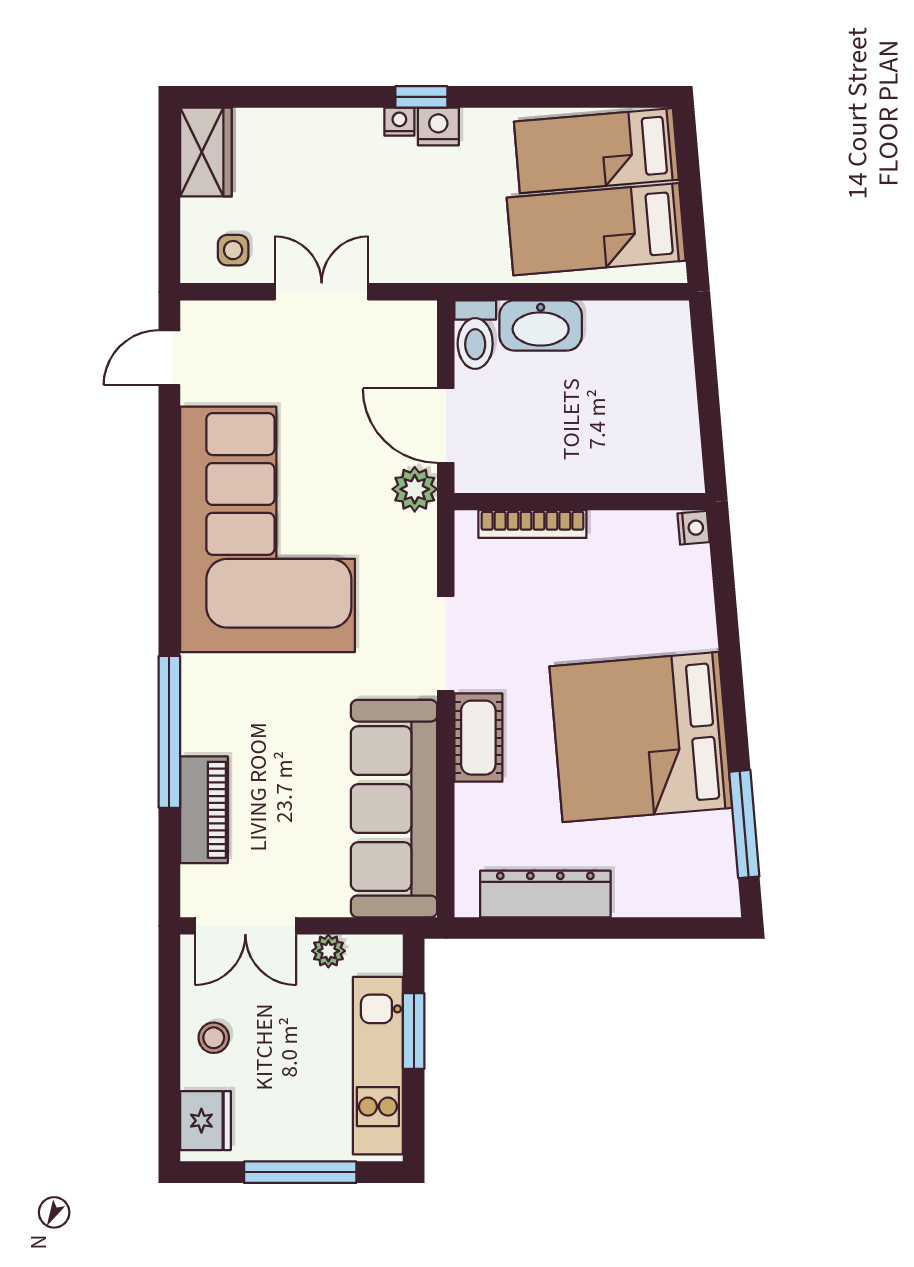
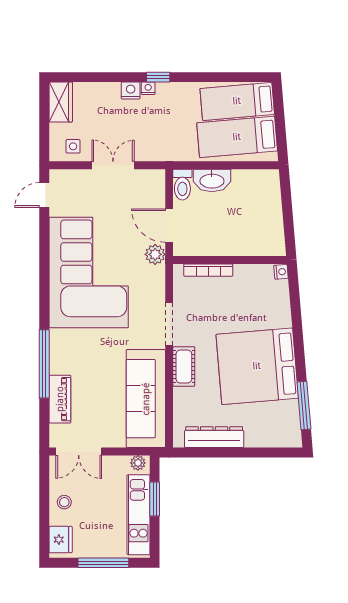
nightstand: (438, 126) -> (131, 90), moved
plant: (328, 951) -> (138, 463), moved

